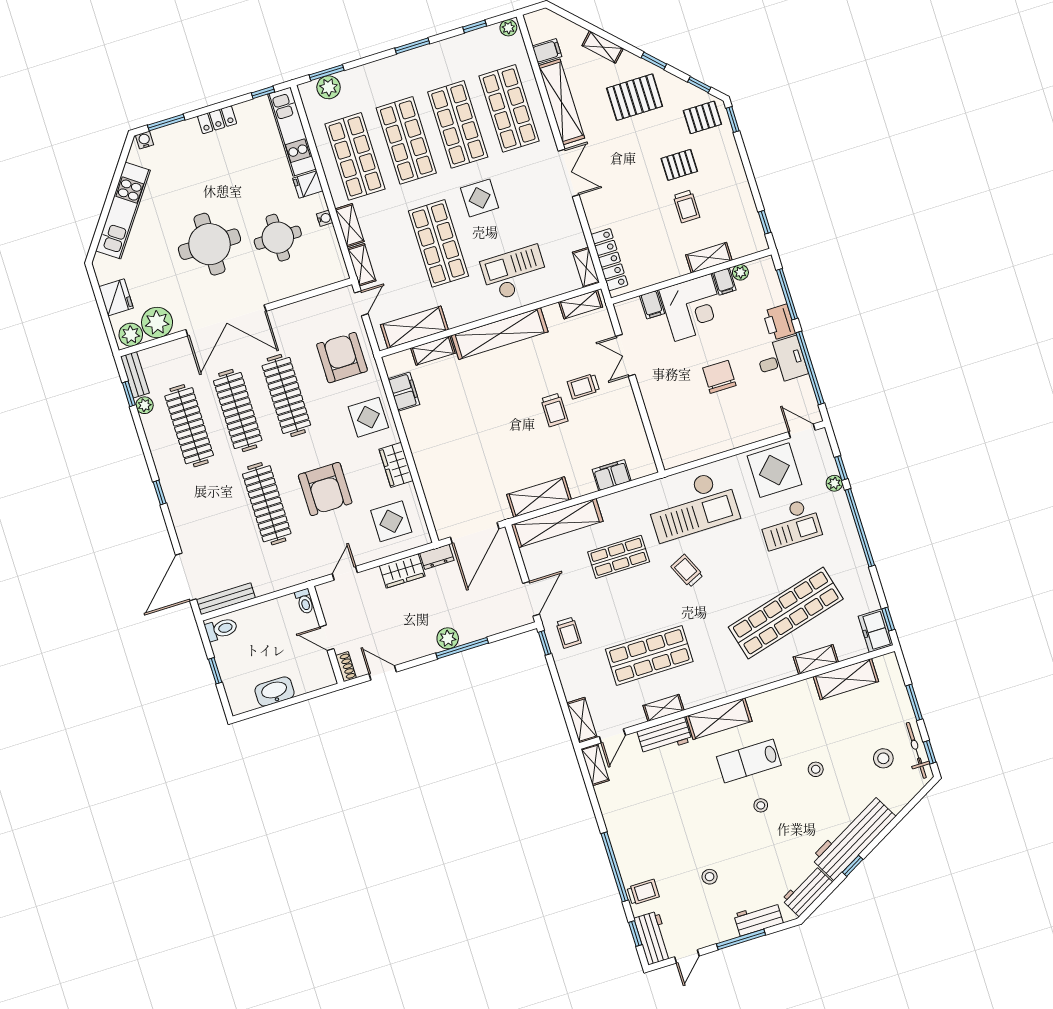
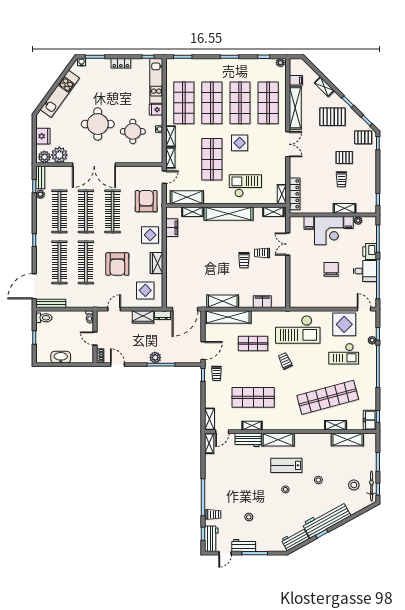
plant: (329, 87) -> (181, 64), removed
clothes rail: (218, 519) -> (59, 262), added
workbench: (759, 919) -> (244, 546), moved

